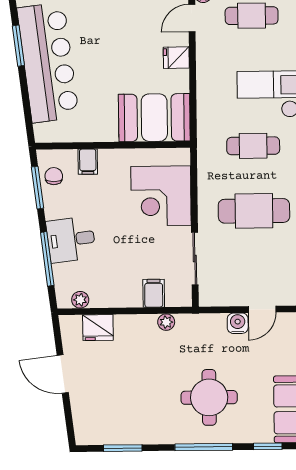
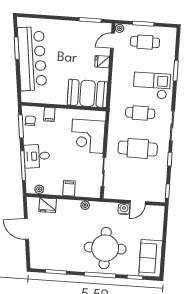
filing cabinet: (154, 293) -> (69, 188), moved
round table: (209, 397) -> (105, 248), width x1.36, depth x1.36

